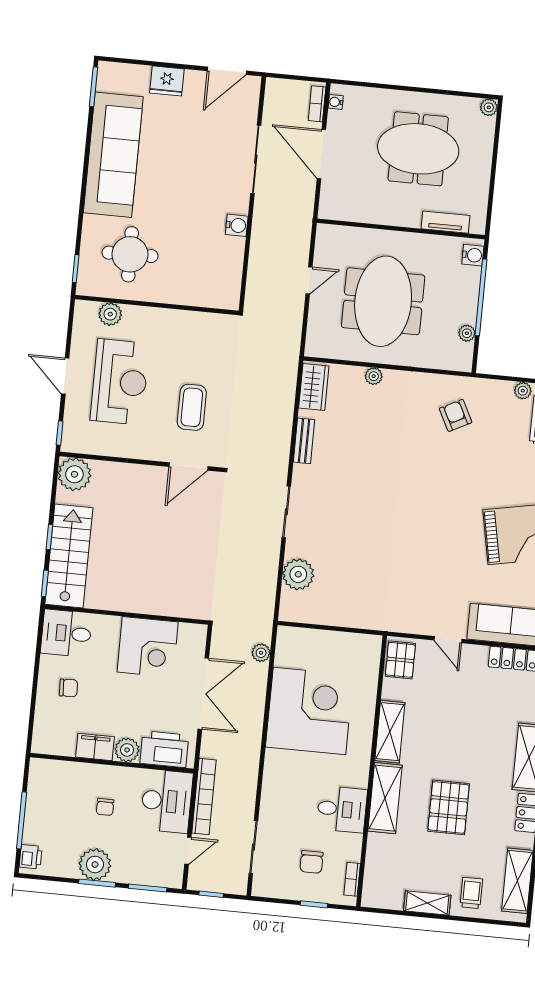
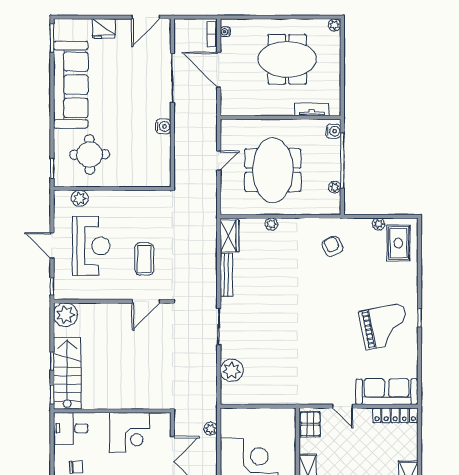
bench: (304, 441) -> (226, 275), width x1.36

